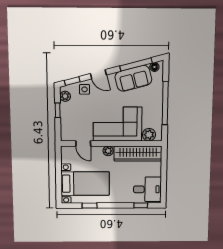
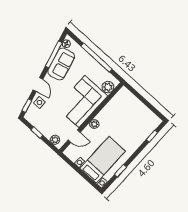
door: (98, 74) -> (38, 85), hinge flipped
plant: (65, 96) -> (55, 140), moved
wardrobe: (138, 153) -> (114, 106), removed
desk: (147, 189) -> (145, 122), removed

